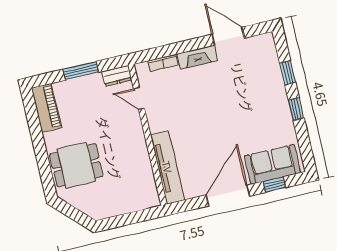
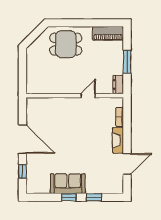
door: (139, 99) -> (88, 96), moved
sofa: (273, 164) -> (68, 184), moved, turned -90
dining table: (76, 165) -> (66, 44), turned 90
tv unit: (167, 167) -> (50, 104), removed

